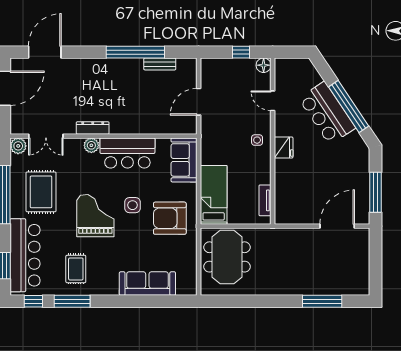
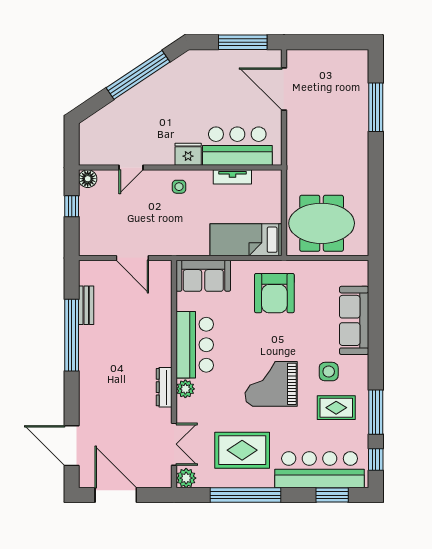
bar counter: (327, 113) -> (237, 146), moved, turned -146
tv unit: (265, 200) -> (232, 177), moved
side table: (132, 205) -> (329, 372), moved

